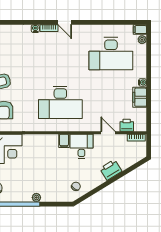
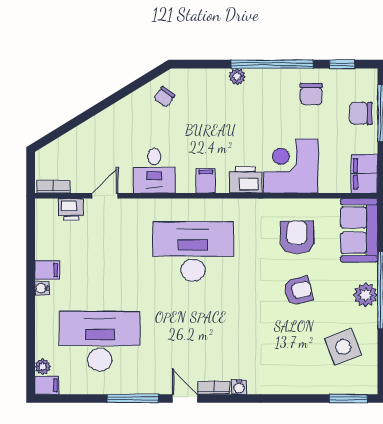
window: (93, 22) -> (133, 399), added
filing cabinet: (140, 97) -> (47, 270), width x0.50
door: (108, 133) -> (105, 196), swing flipped
filing cabinet: (64, 141) -> (206, 181), moved
printer: (111, 170) -> (246, 180), moved, turned -148

